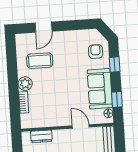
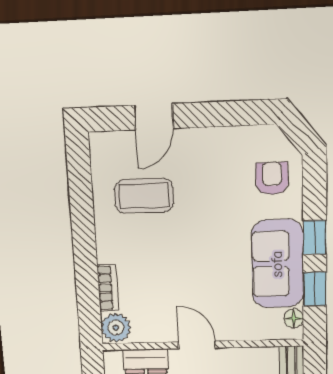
window: (115, 64) -> (315, 237), moved
plant: (25, 84) -> (116, 328), moved
door: (81, 126) -> (197, 345), moved

